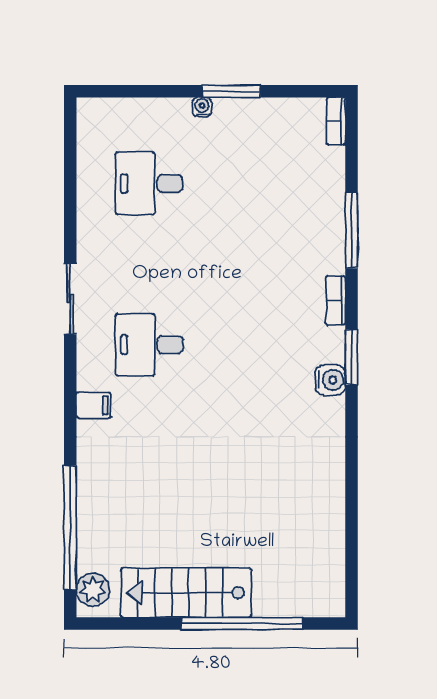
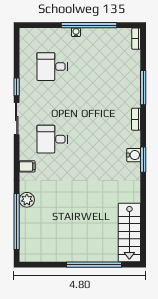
window: (231, 91) -> (89, 25), width x2.11
window: (70, 229) -> (17, 87), added
window: (352, 357) -> (143, 160), moved
plant: (93, 590) -> (27, 200), moved
stairs: (186, 593) -> (129, 232), moved, turned -90

